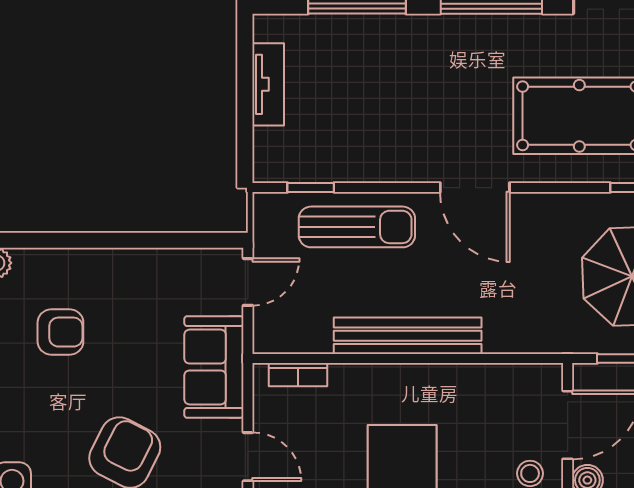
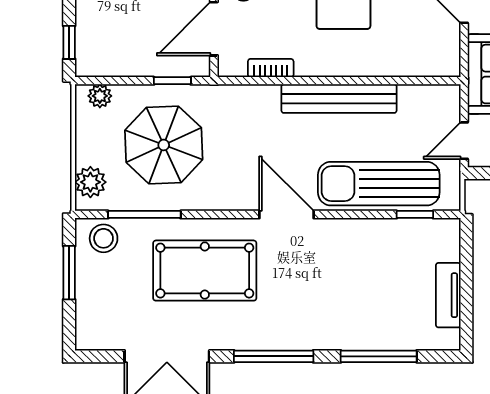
sun lounger: (357, 227) -> (379, 184), width x1.36, depth x1.34
bookcase: (298, 375) -> (271, 68), moved

